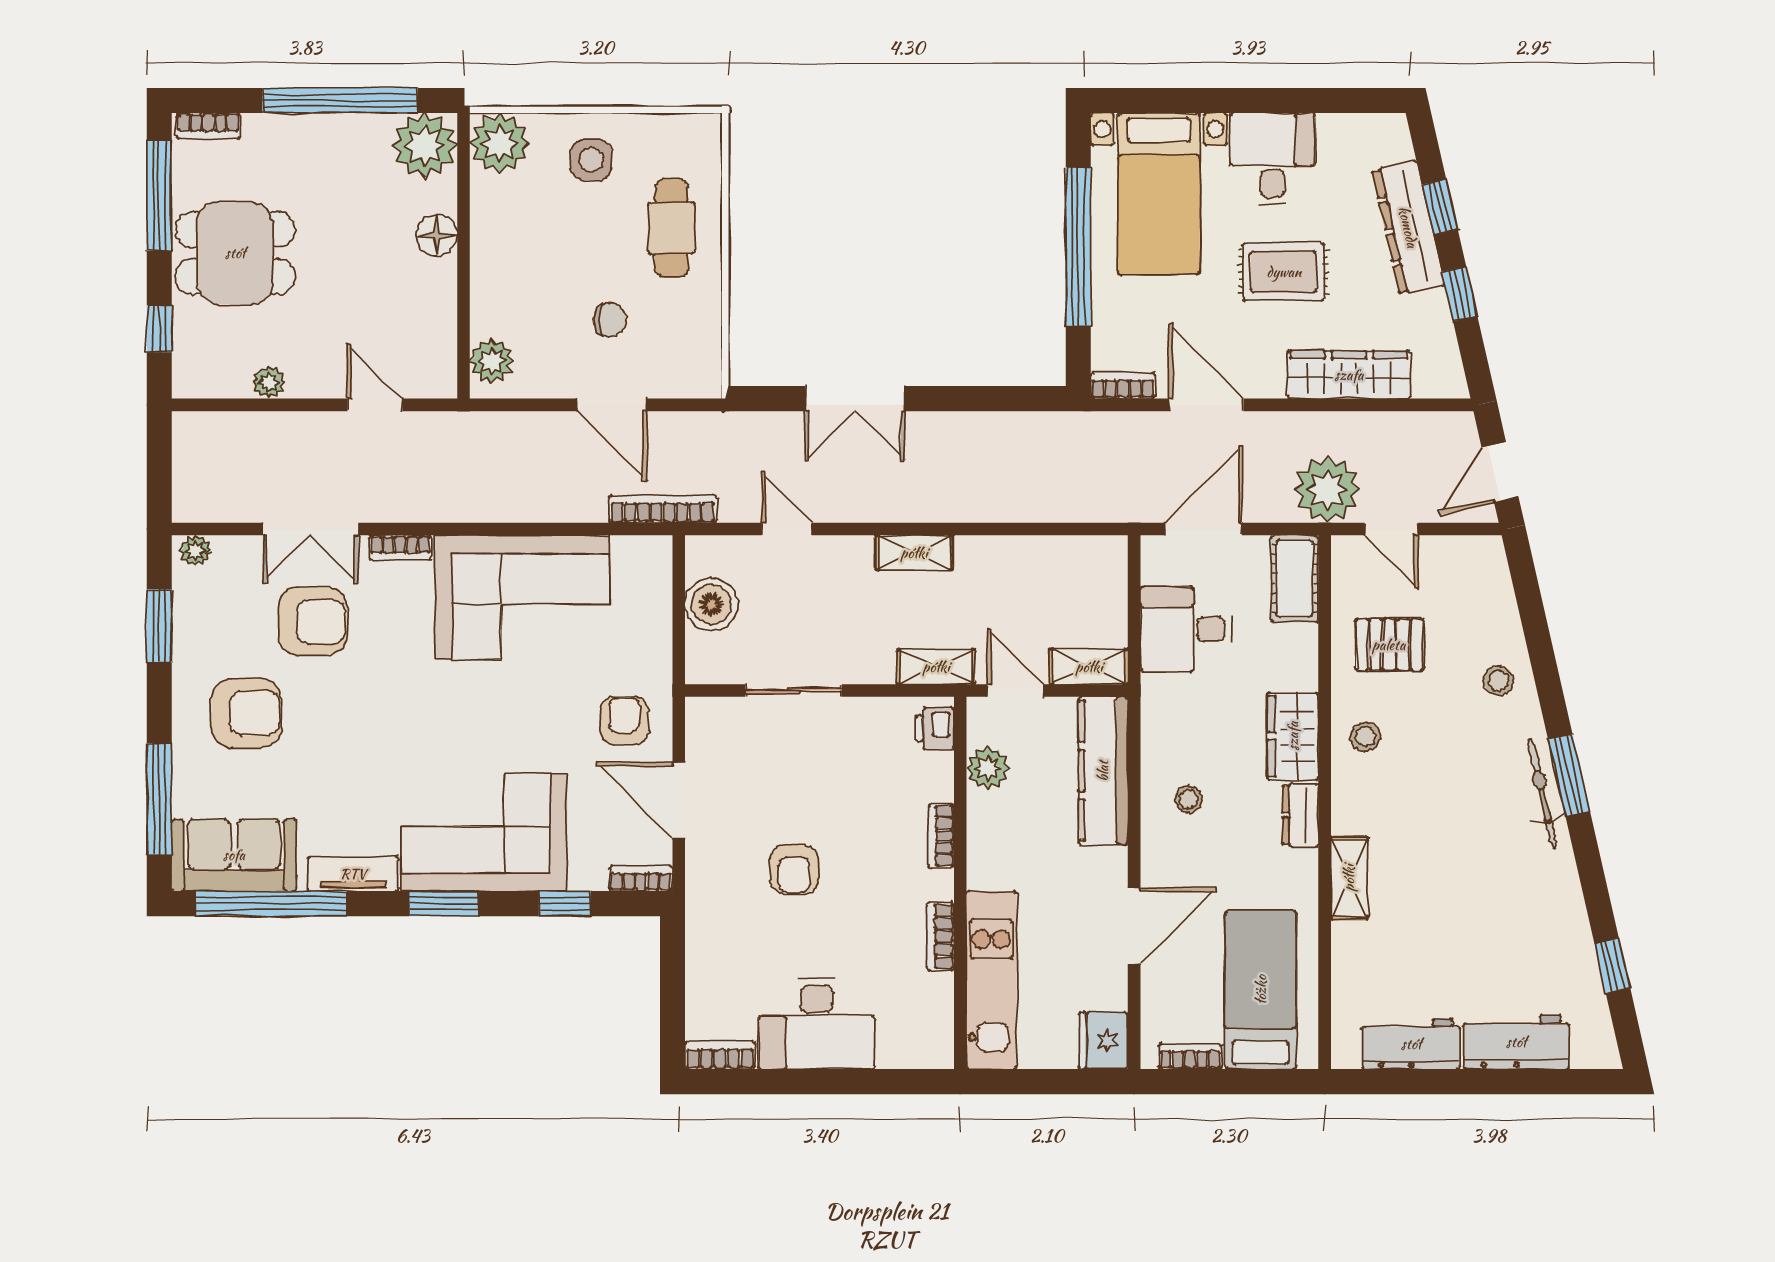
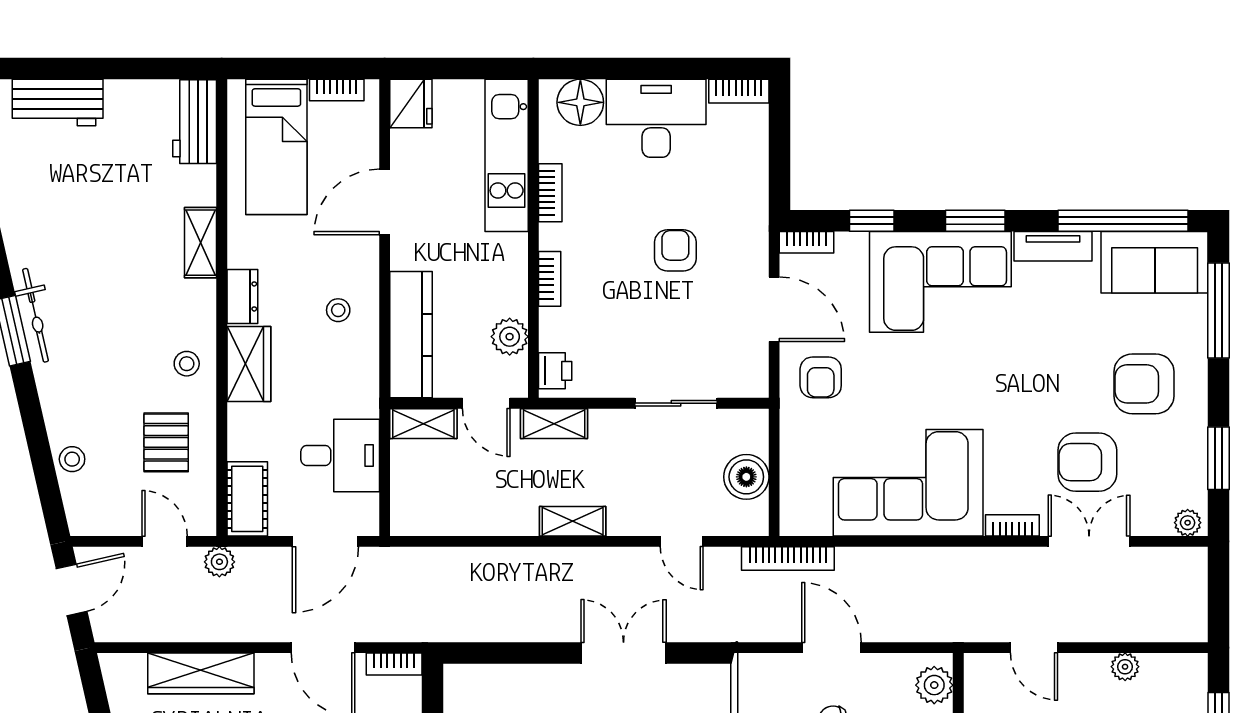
plant: (1327, 490) -> (219, 562), width x0.53, depth x0.53
pallet: (1389, 645) -> (166, 442), turned 90
stool: (1499, 681) -> (72, 459), moved
floor lamp: (905, 1042) -> (580, 102), added
workbench: (1411, 1044) -> (195, 122), moved, turned 90

